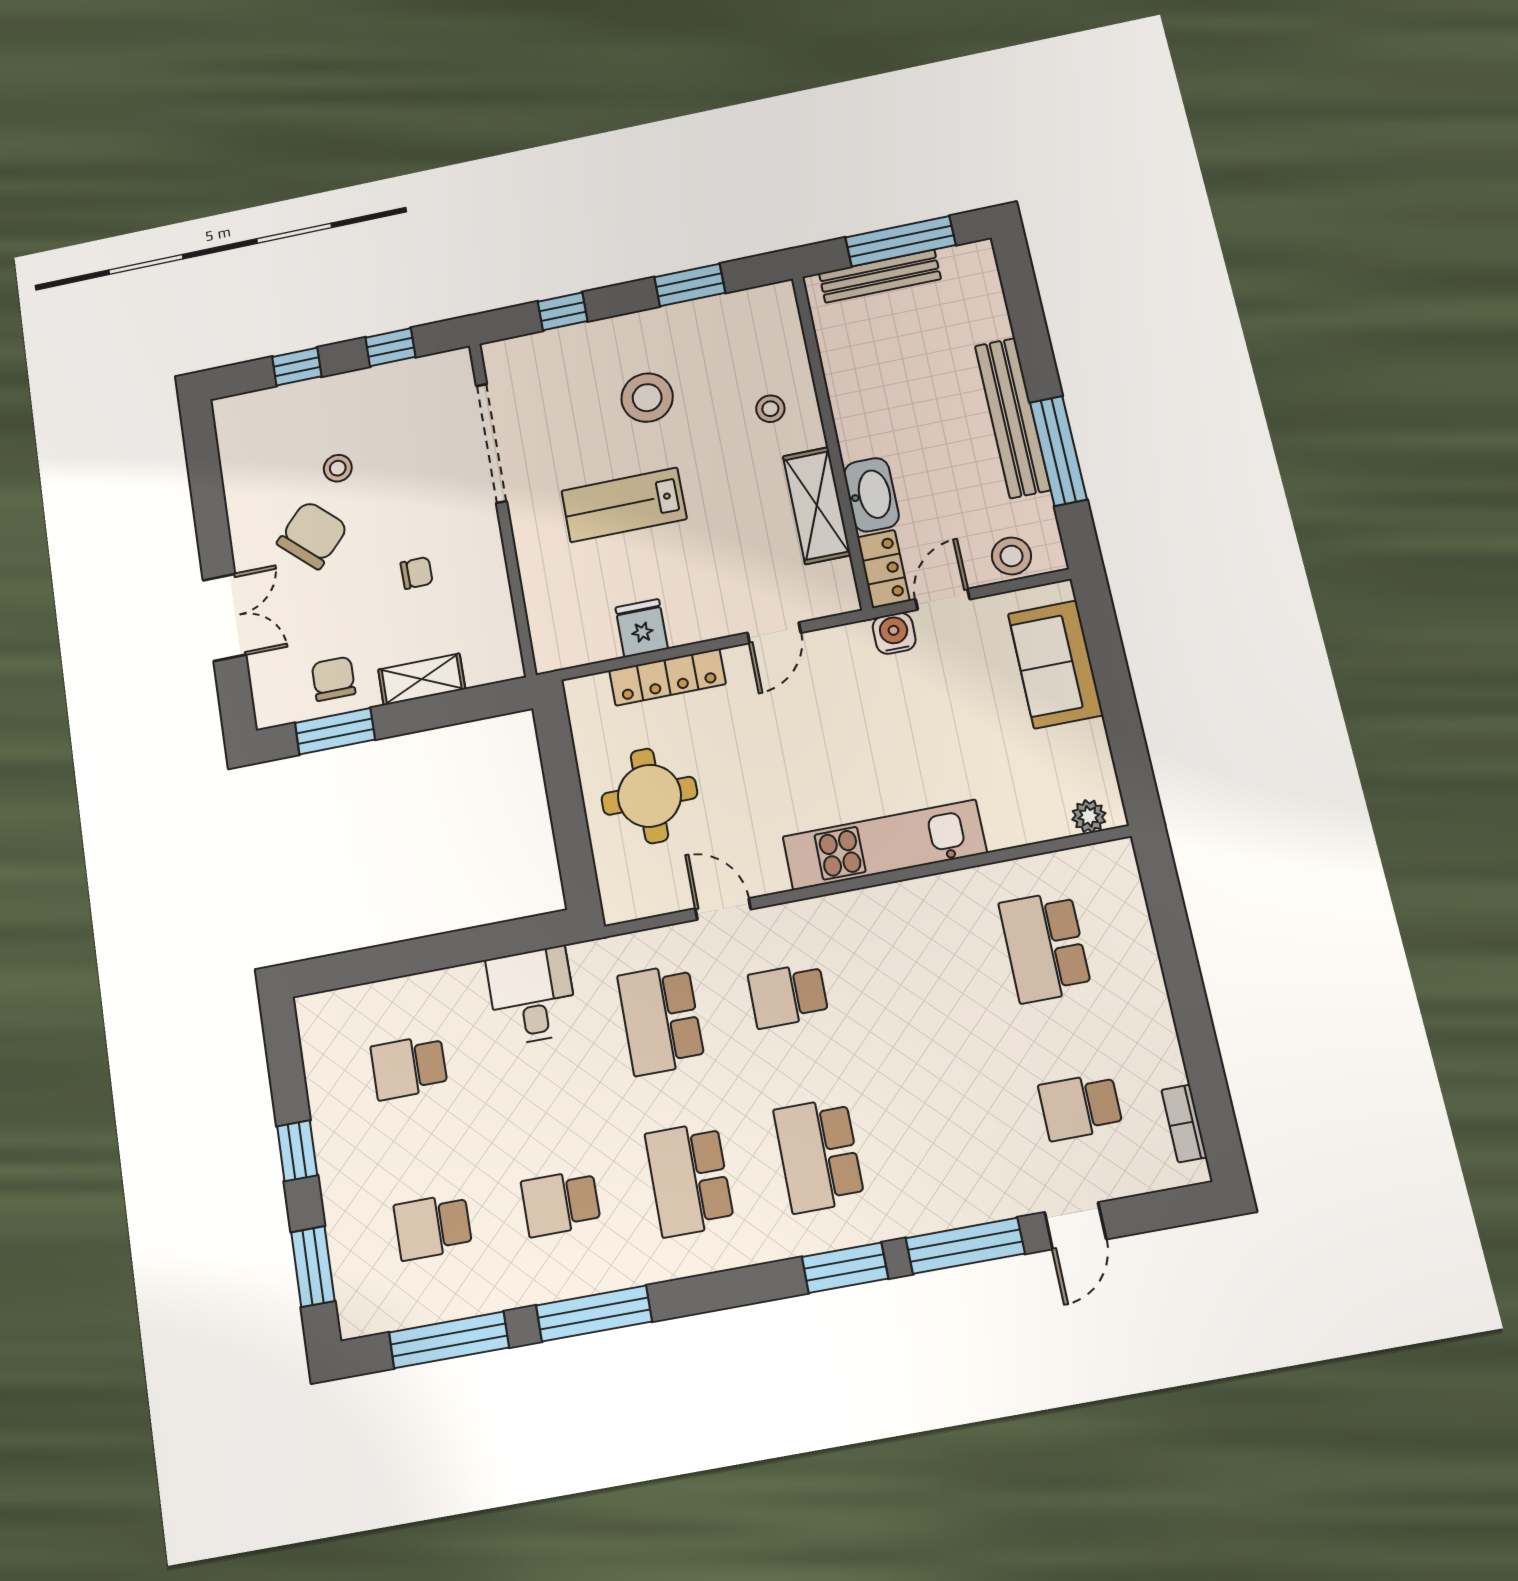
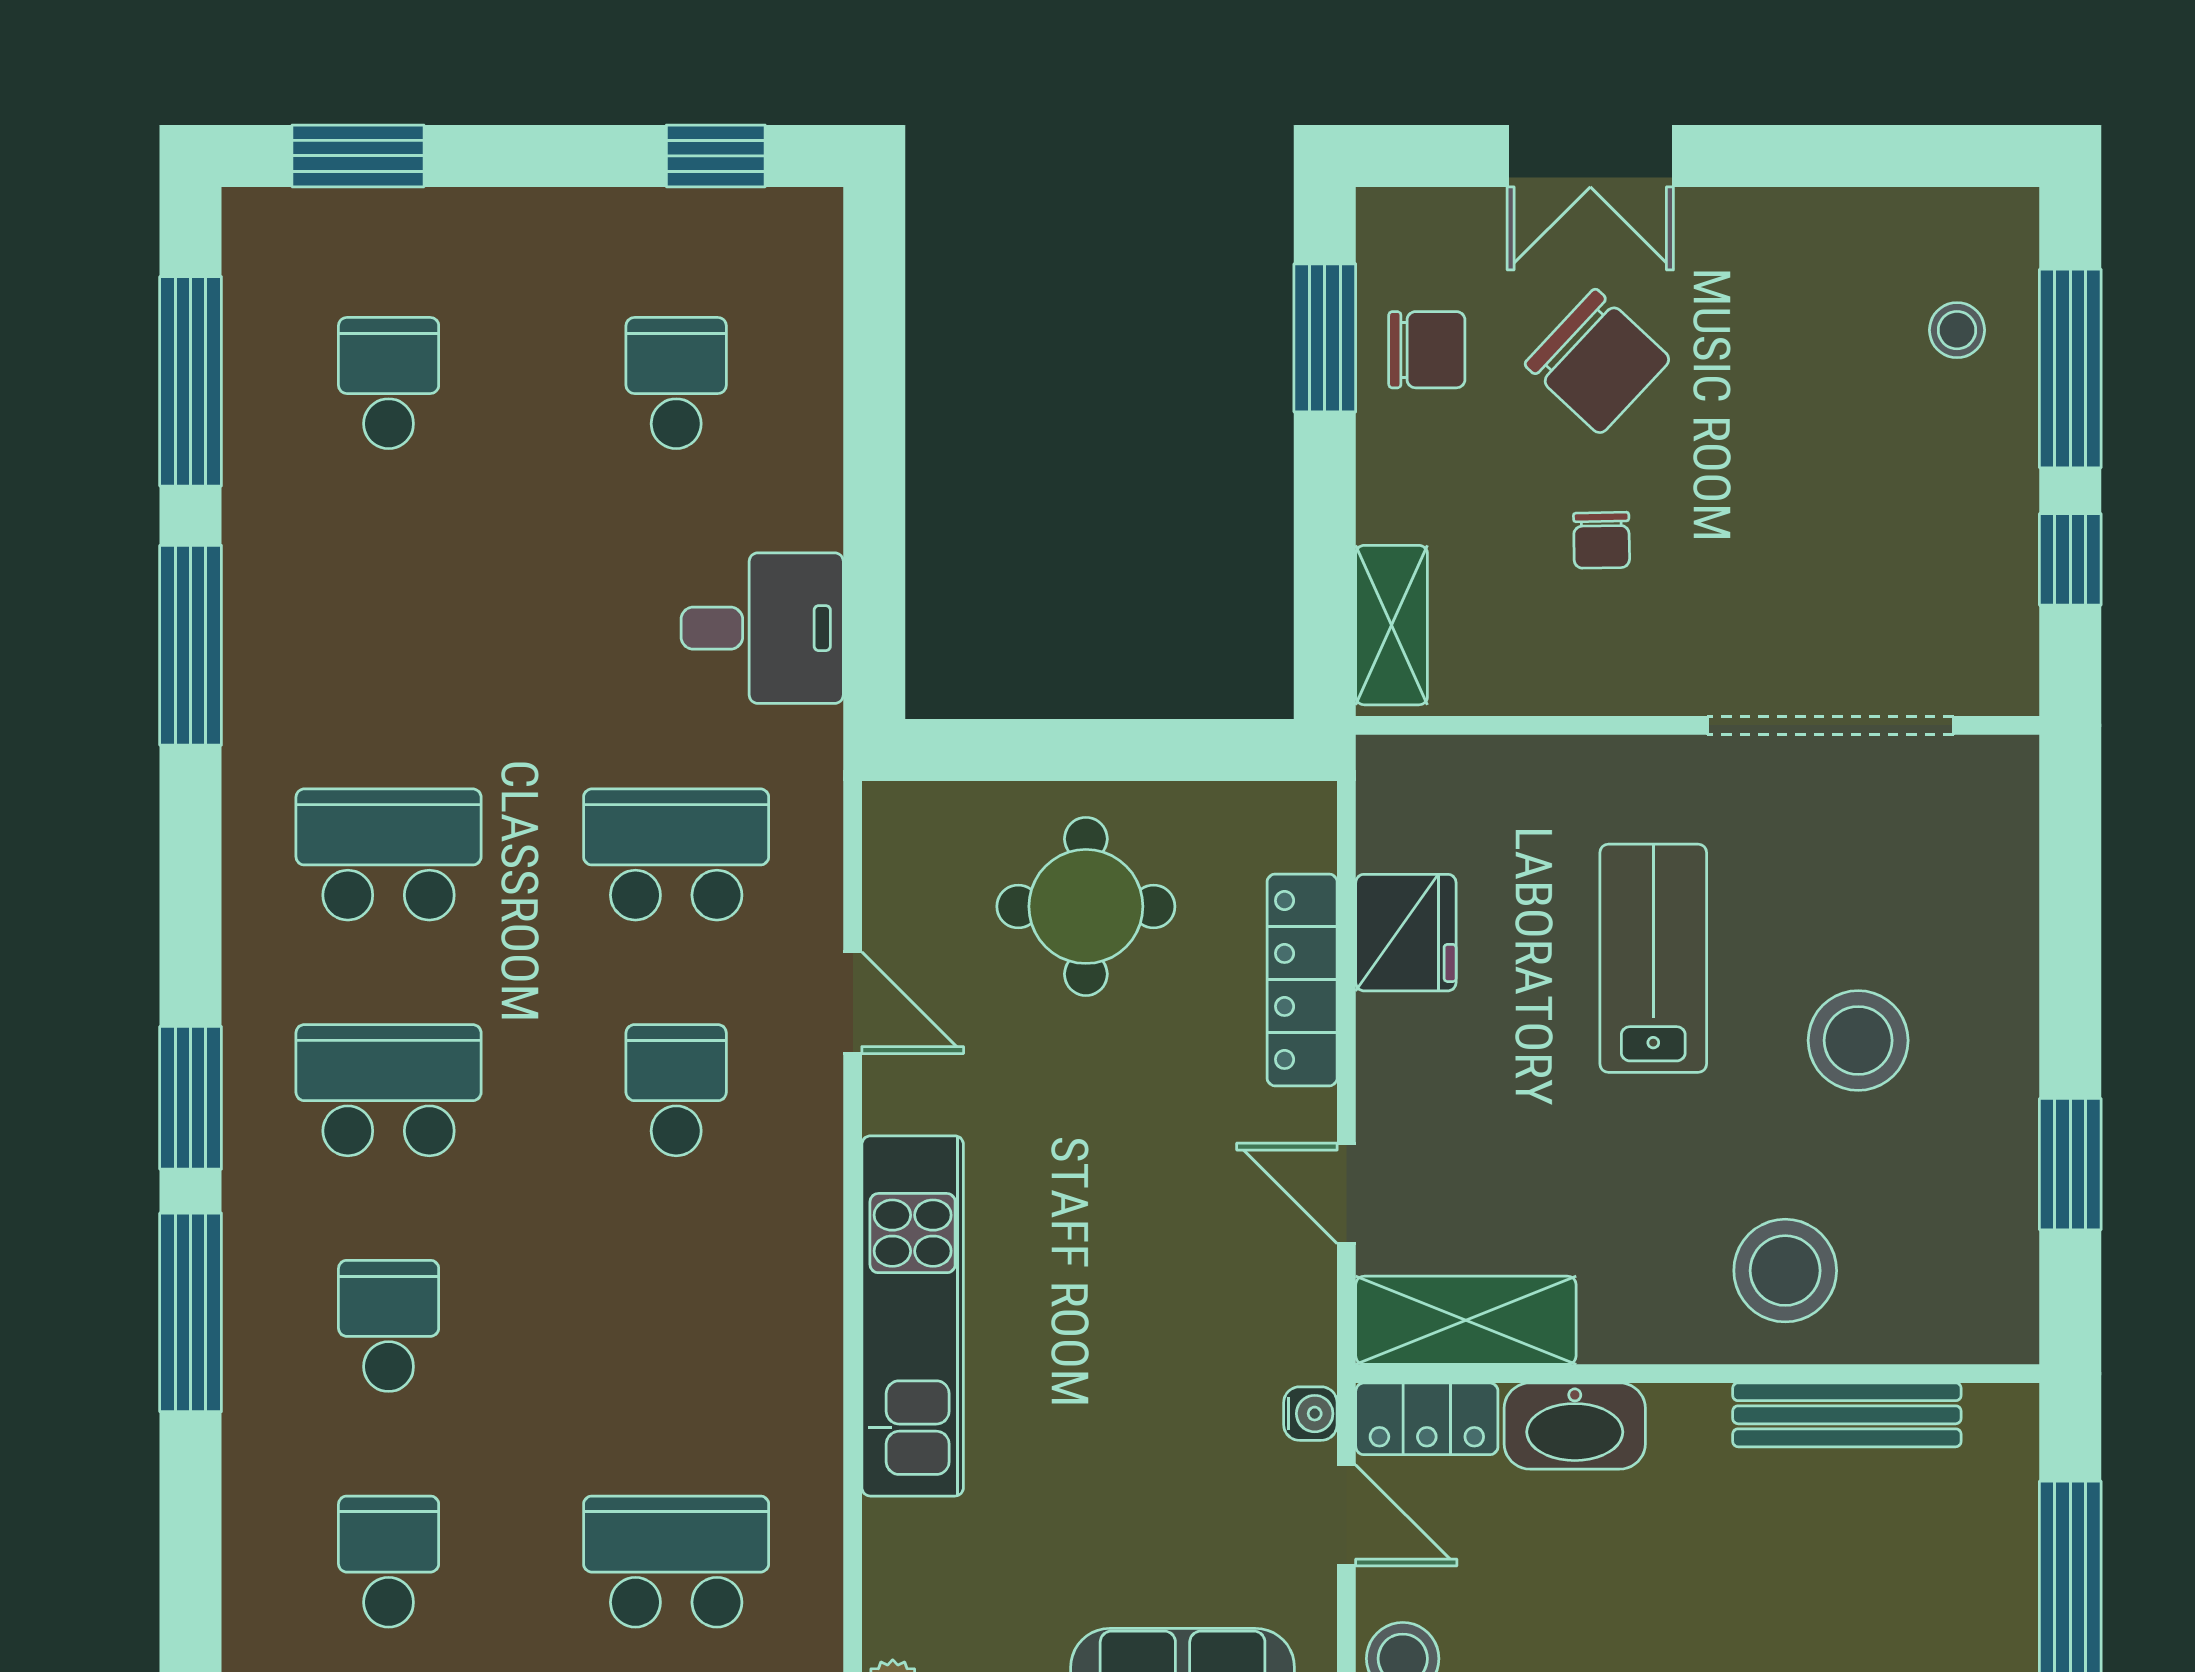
bench: (880, 276) -> (1847, 1415), moved, turned 90
window: (563, 311) -> (2070, 909), removed
window: (297, 367) -> (2070, 368), width x2.17
stool: (770, 409) -> (1785, 1271), width x1.89, depth x1.89
stool: (338, 468) -> (1957, 330), moved
shelving: (817, 506) -> (1466, 1320), moved
chair: (312, 535) -> (1598, 362), moved
fridge: (642, 628) -> (1406, 933), width x1.38
water cooler: (894, 633) -> (1310, 1414), width x0.72, depth x0.72
shelving: (422, 679) -> (1392, 625), moved
door: (723, 909) -> (853, 1003), hinge flipped
window: (297, 1151) -> (716, 156), moved
school desk: (561, 1203) -> (389, 1326), moved
door: (1075, 1226) -> (191, 1508), removed

